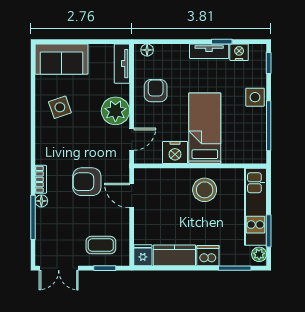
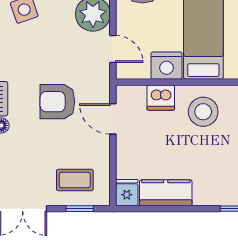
door: (132, 139) -> (113, 49), hinge flipped
dishwasher: (208, 256) -> (161, 98), moved, turned 180

